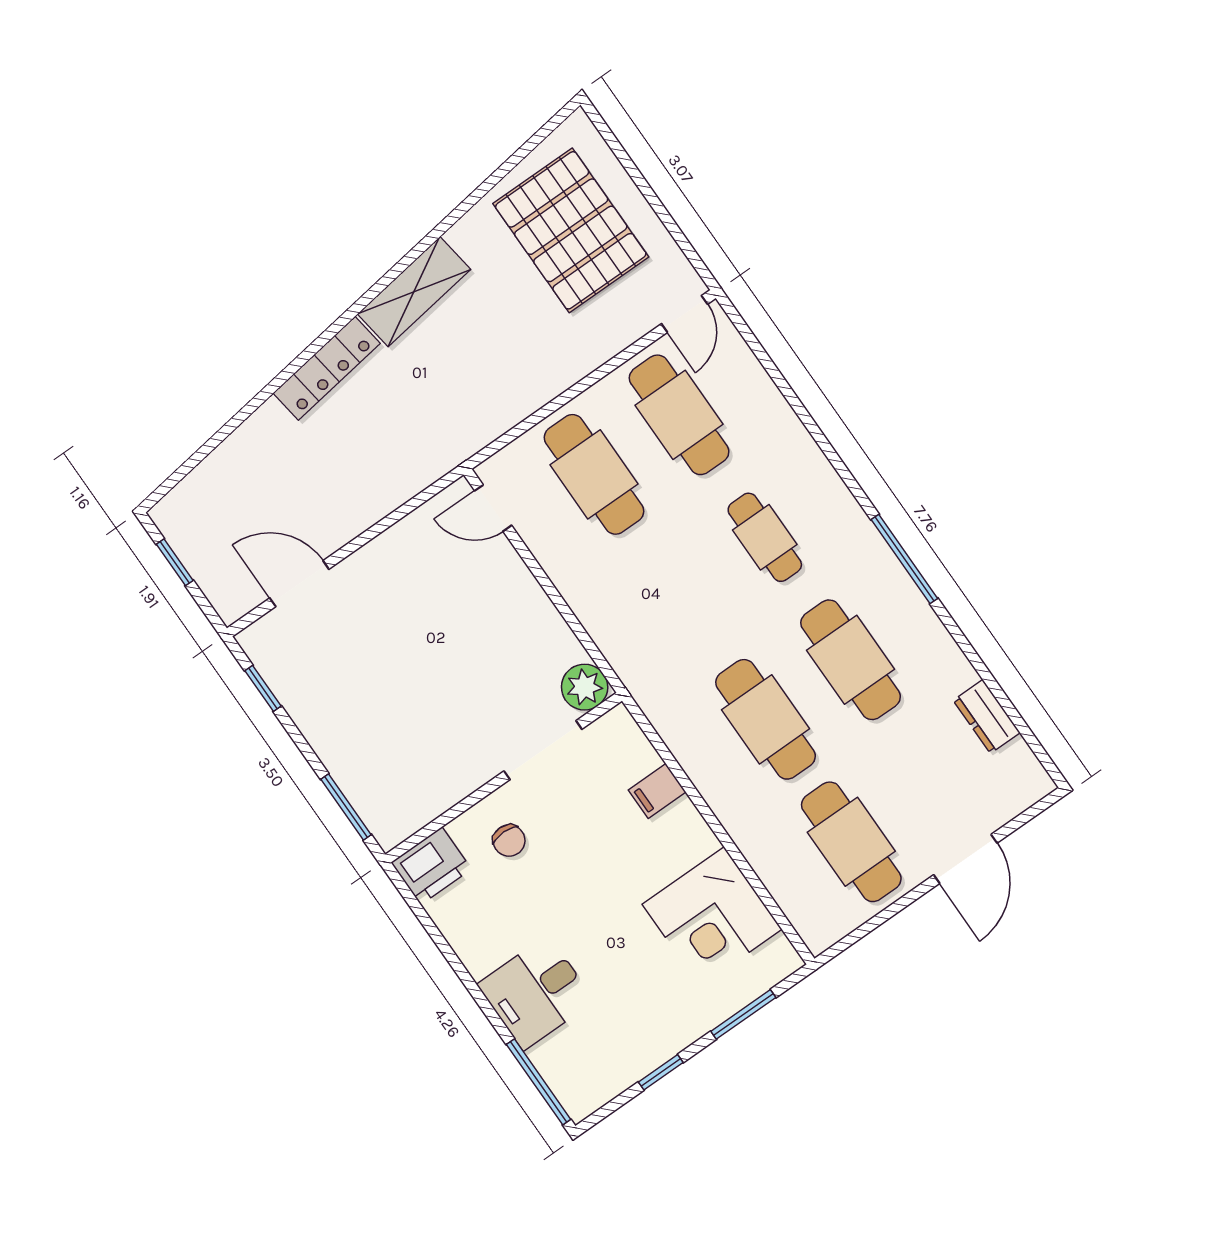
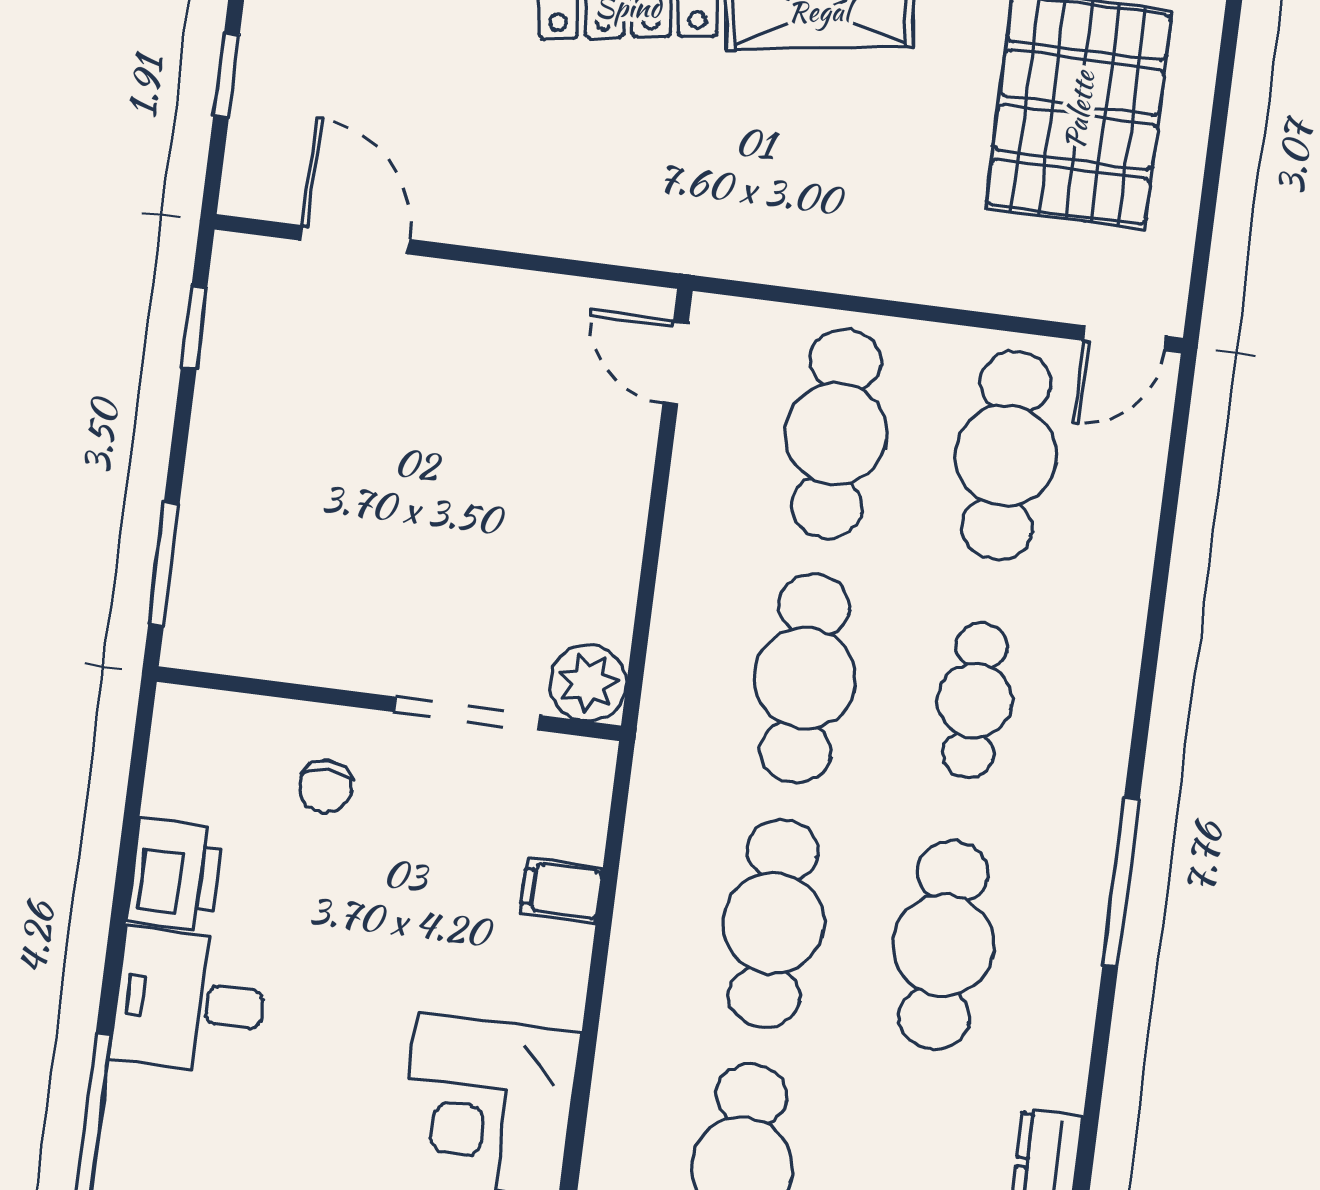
cafe table: (680, 597) -> (805, 678), added
printer: (431, 866) -> (175, 874), moved, turned -90

